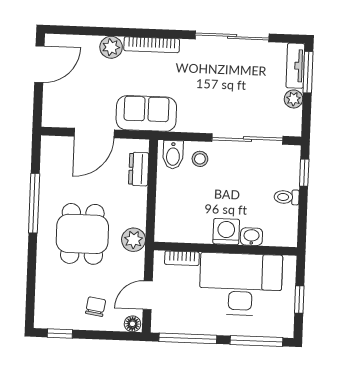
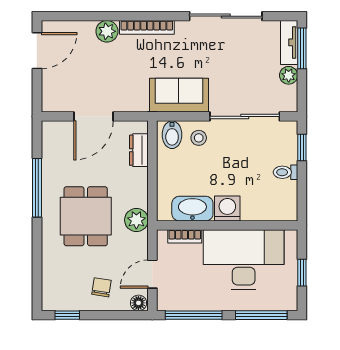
sofa: (146, 113) -> (179, 95), moved
washbasin: (251, 237) -> (192, 209), moved, width x1.91, depth x1.45

